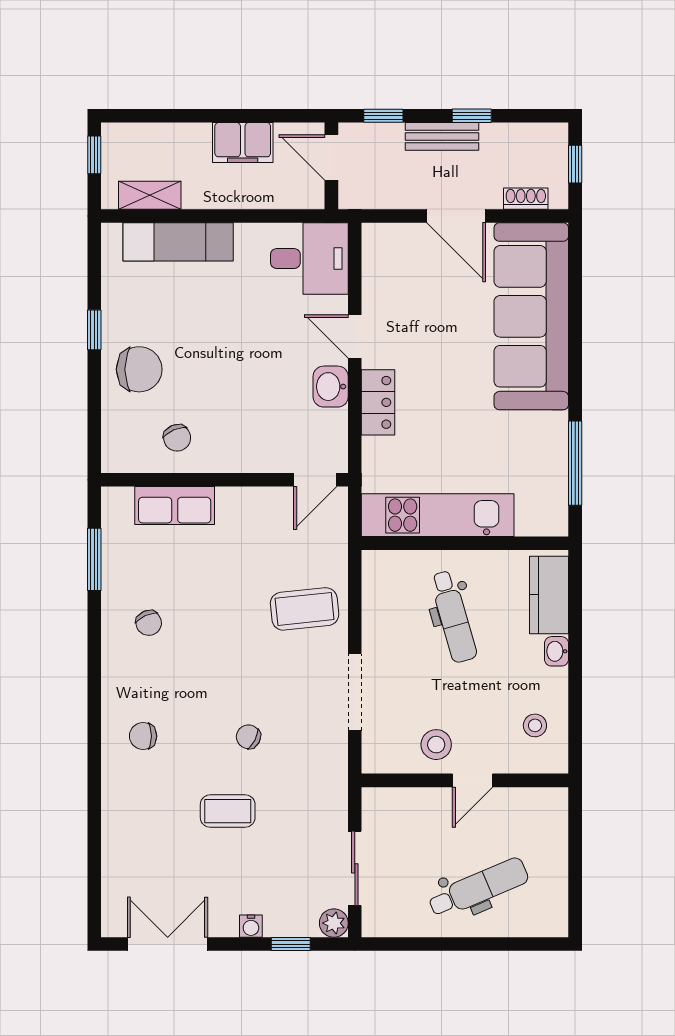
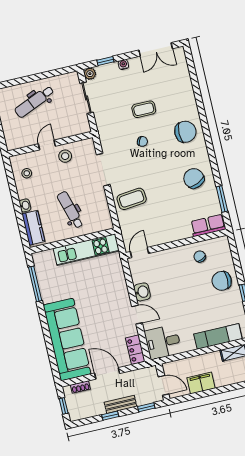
locker: (378, 402) -> (135, 350), moved
row of seats: (175, 506) -> (208, 225), moved
chair: (149, 623) -> (194, 178), width x1.87, depth x1.87
chair: (143, 736) -> (185, 132), width x1.87, depth x1.87

